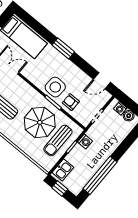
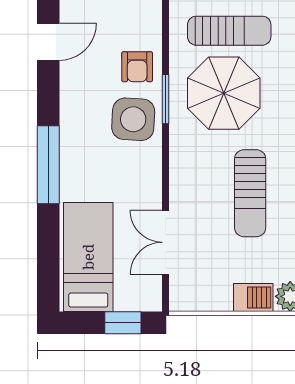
window: (63, 48) -> (48, 165), width x1.44
door: (102, 81) -> (48, 42), hinge flipped

